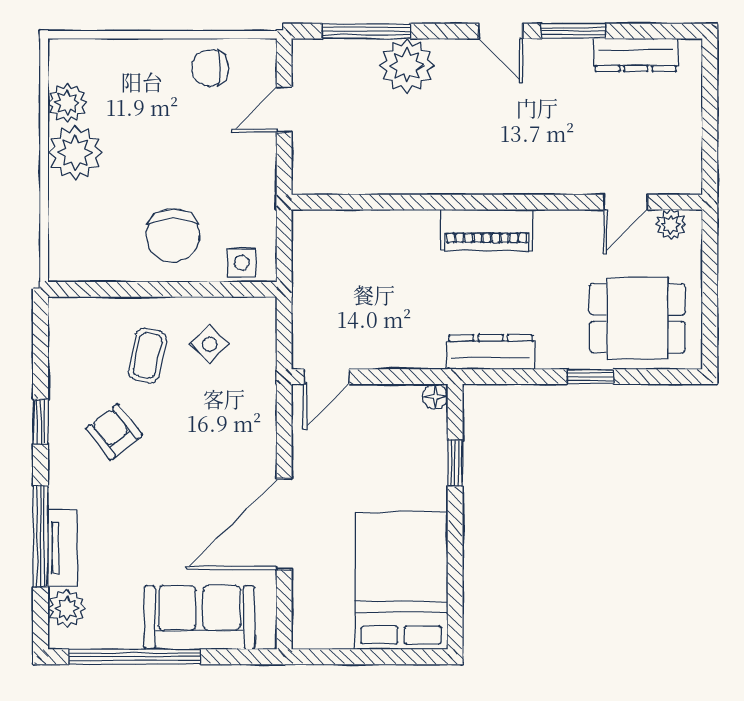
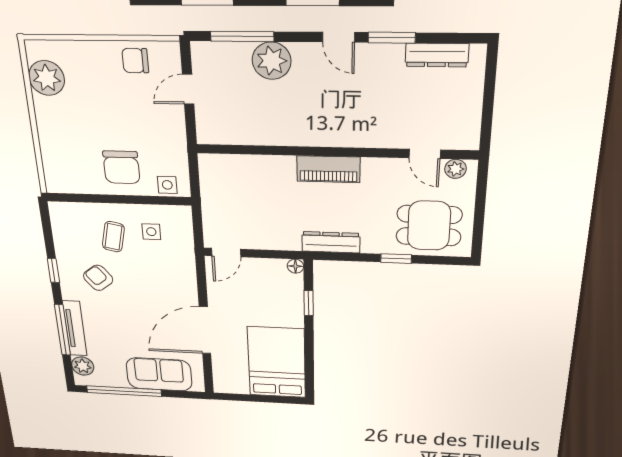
plant: (67, 103) -> (47, 78), width x1.36, depth x1.36
plant: (75, 153) -> (52, 115), removed
door: (626, 202) -> (425, 154), hinge flipped
side table: (210, 344) -> (151, 232), turned 45
tv unit: (62, 548) -> (75, 328), width x1.41

